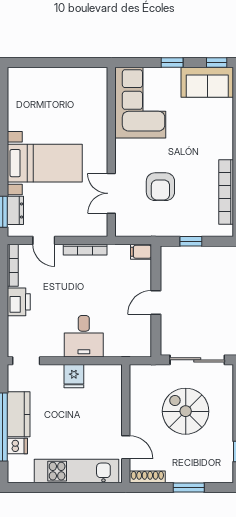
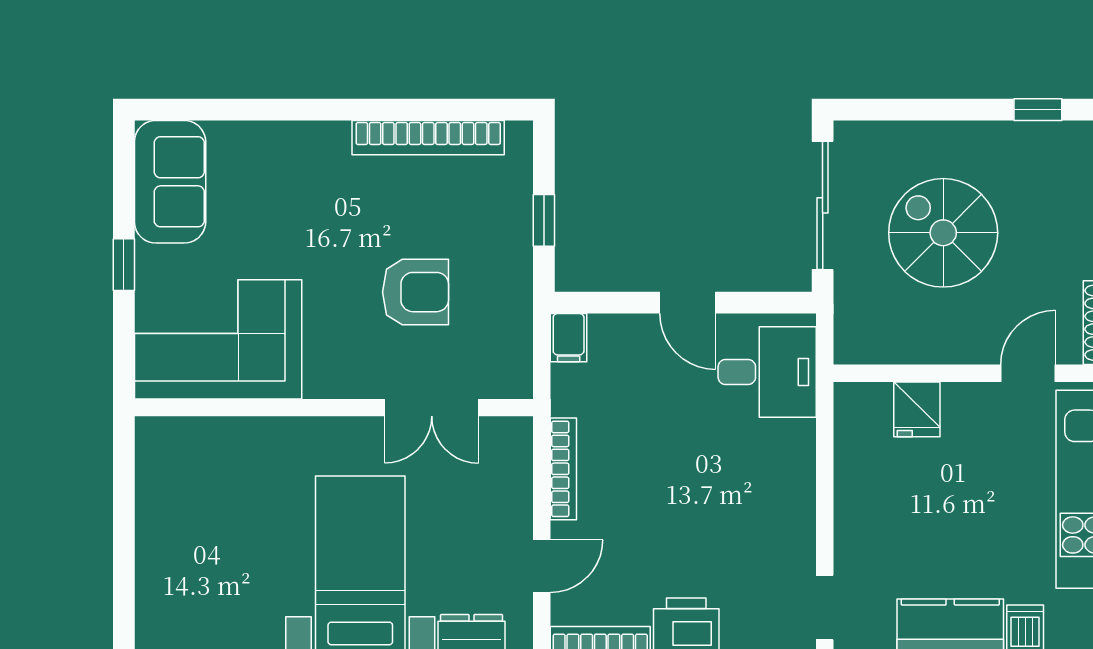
window: (217, 63) -> (124, 160), removed
desk: (84, 336) -> (767, 372), moved
fridge: (74, 376) -> (917, 409), moved, turned 90
spiral stairs: (186, 411) -> (943, 233), turned 90

